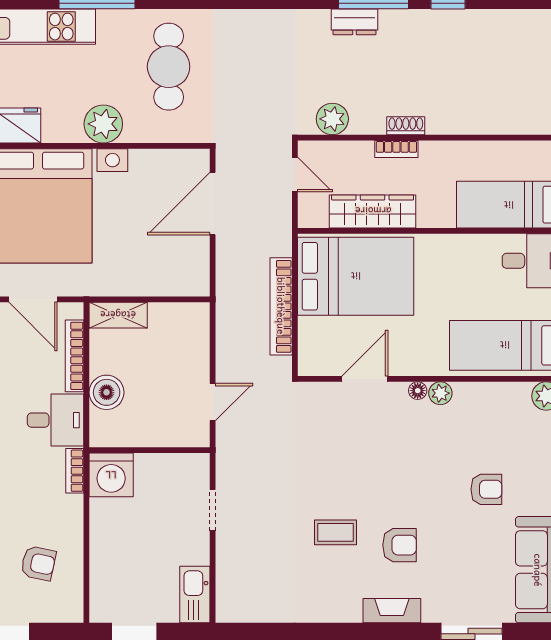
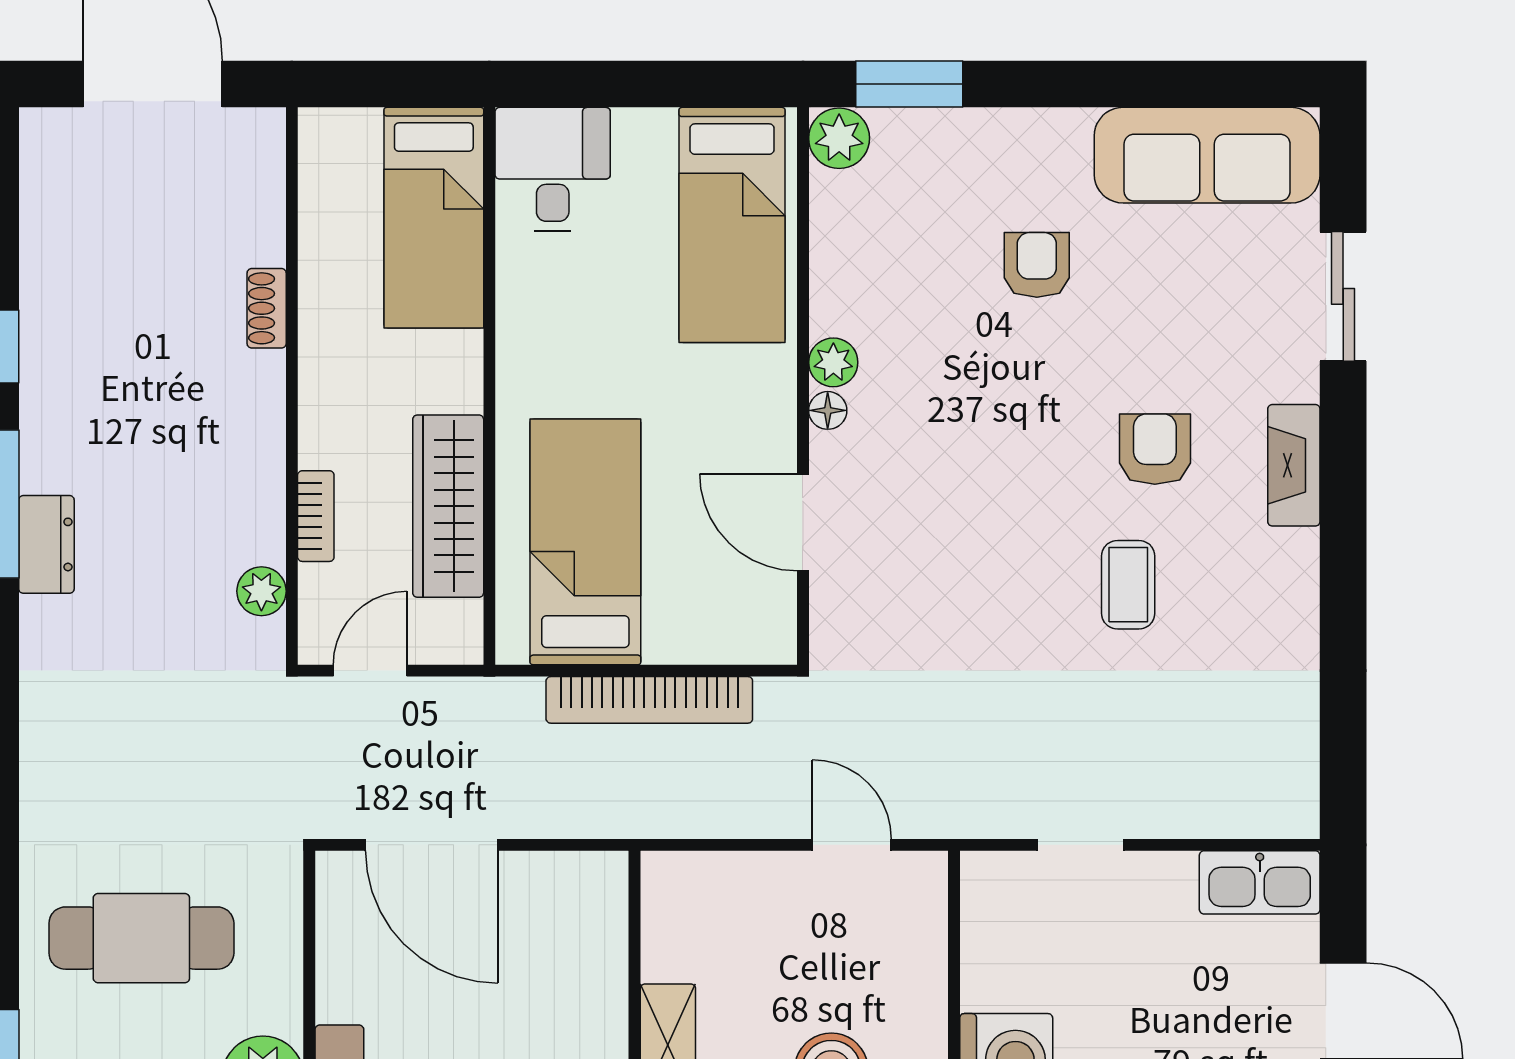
plant: (332, 119) -> (261, 591), width x0.73, depth x0.73
shoe rack: (406, 126) -> (267, 308), moved
bookcase: (396, 149) -> (316, 516), moved
bed: (356, 276) -> (585, 542), width x0.67

